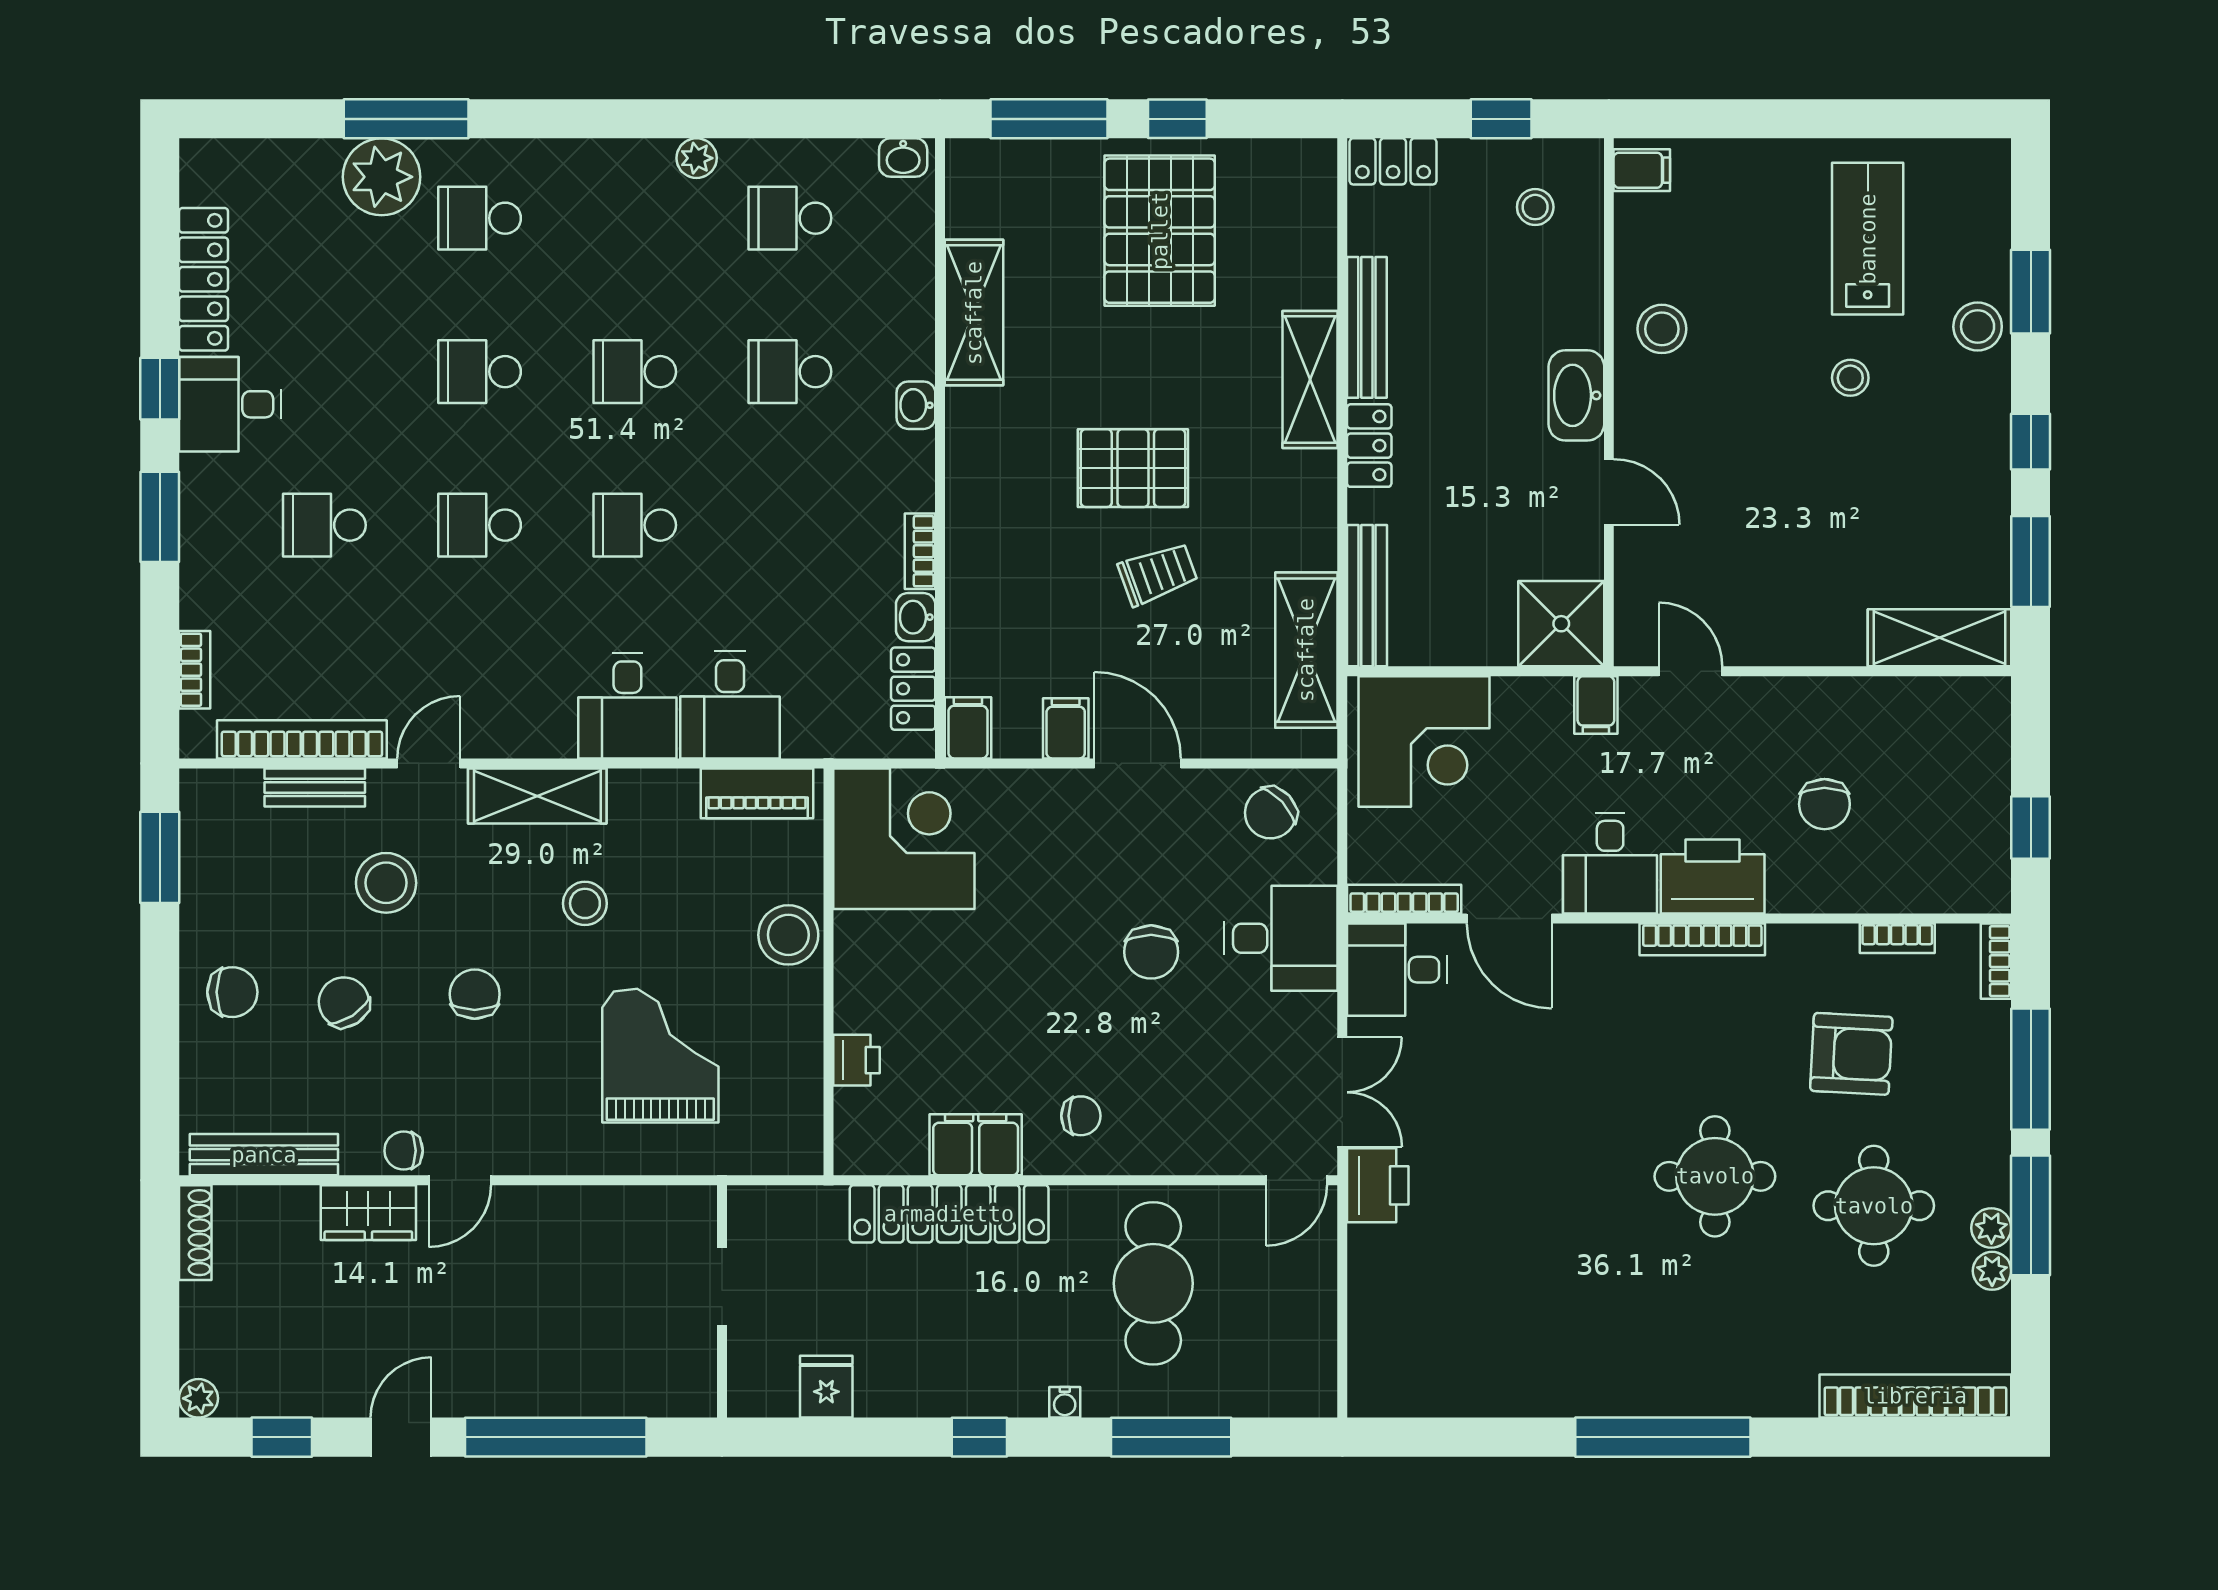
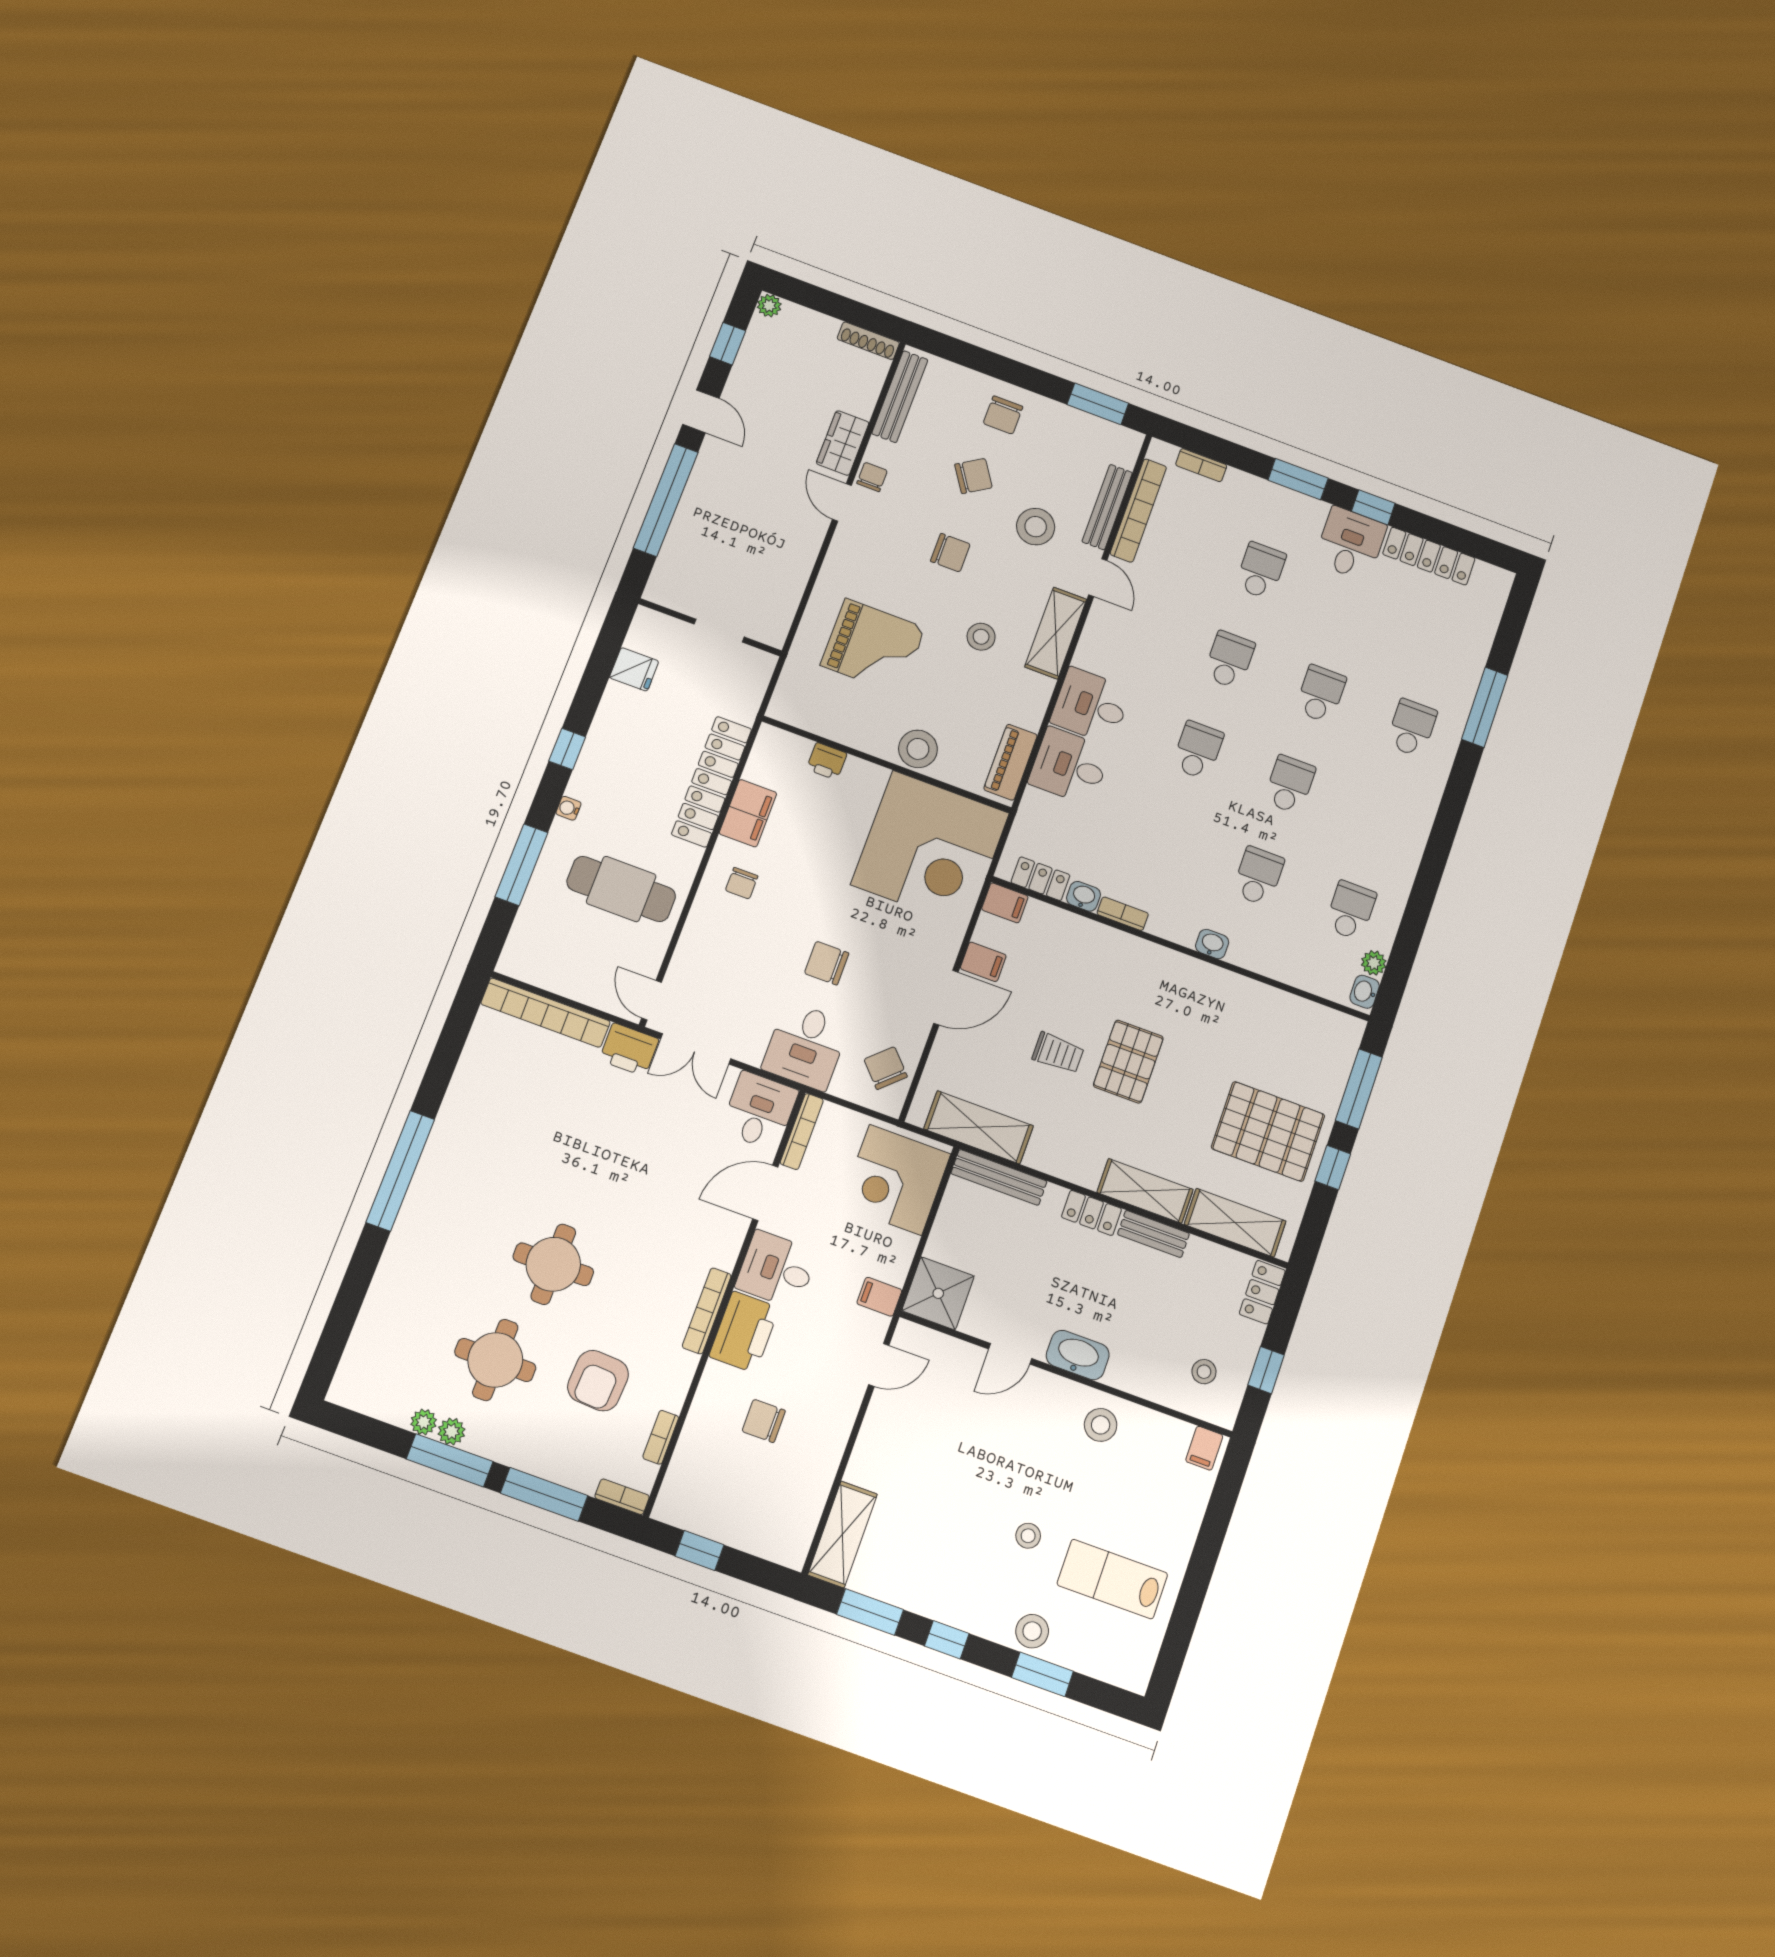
plant: (697, 158) -> (1374, 963), moved
plant: (382, 177) -> (1455, 680), removed
lab bench: (1868, 239) -> (1112, 1579), turned 180
shelving: (974, 313) -> (1235, 1223), moved
bench: (1367, 327) -> (1153, 1234), width x0.73
trolley: (1158, 574) -> (1058, 1053), turned -70
bench: (315, 787) -> (1107, 507), width x1.36
corner desk: (904, 839) -> (930, 849), width x1.36, depth x1.36
bookcase: (1915, 1396) -> (546, 1013), moved, turned 90

